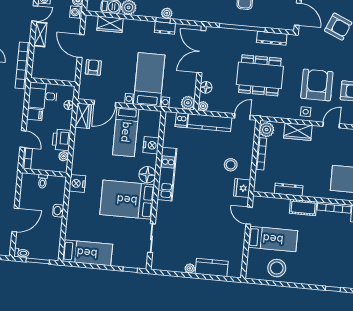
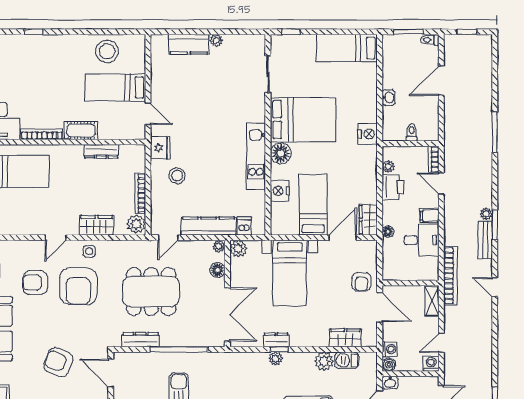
shelving: (40, 34) -> (432, 301), moved
wall: (53, 82) -> (410, 283), moved

